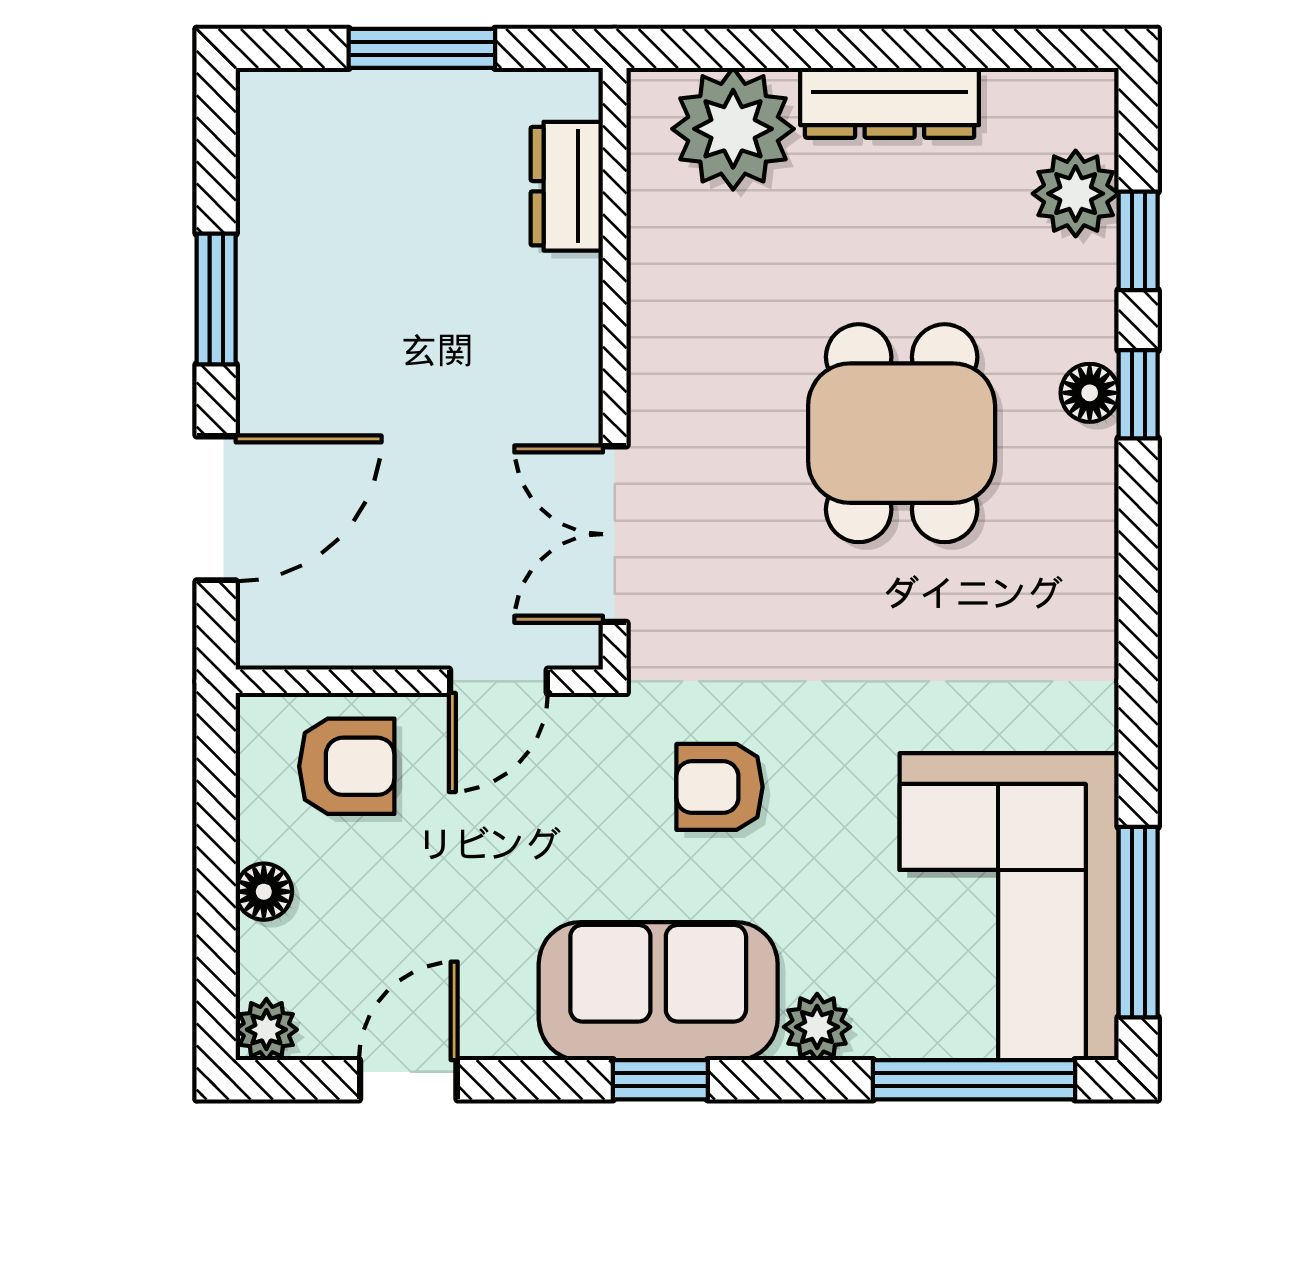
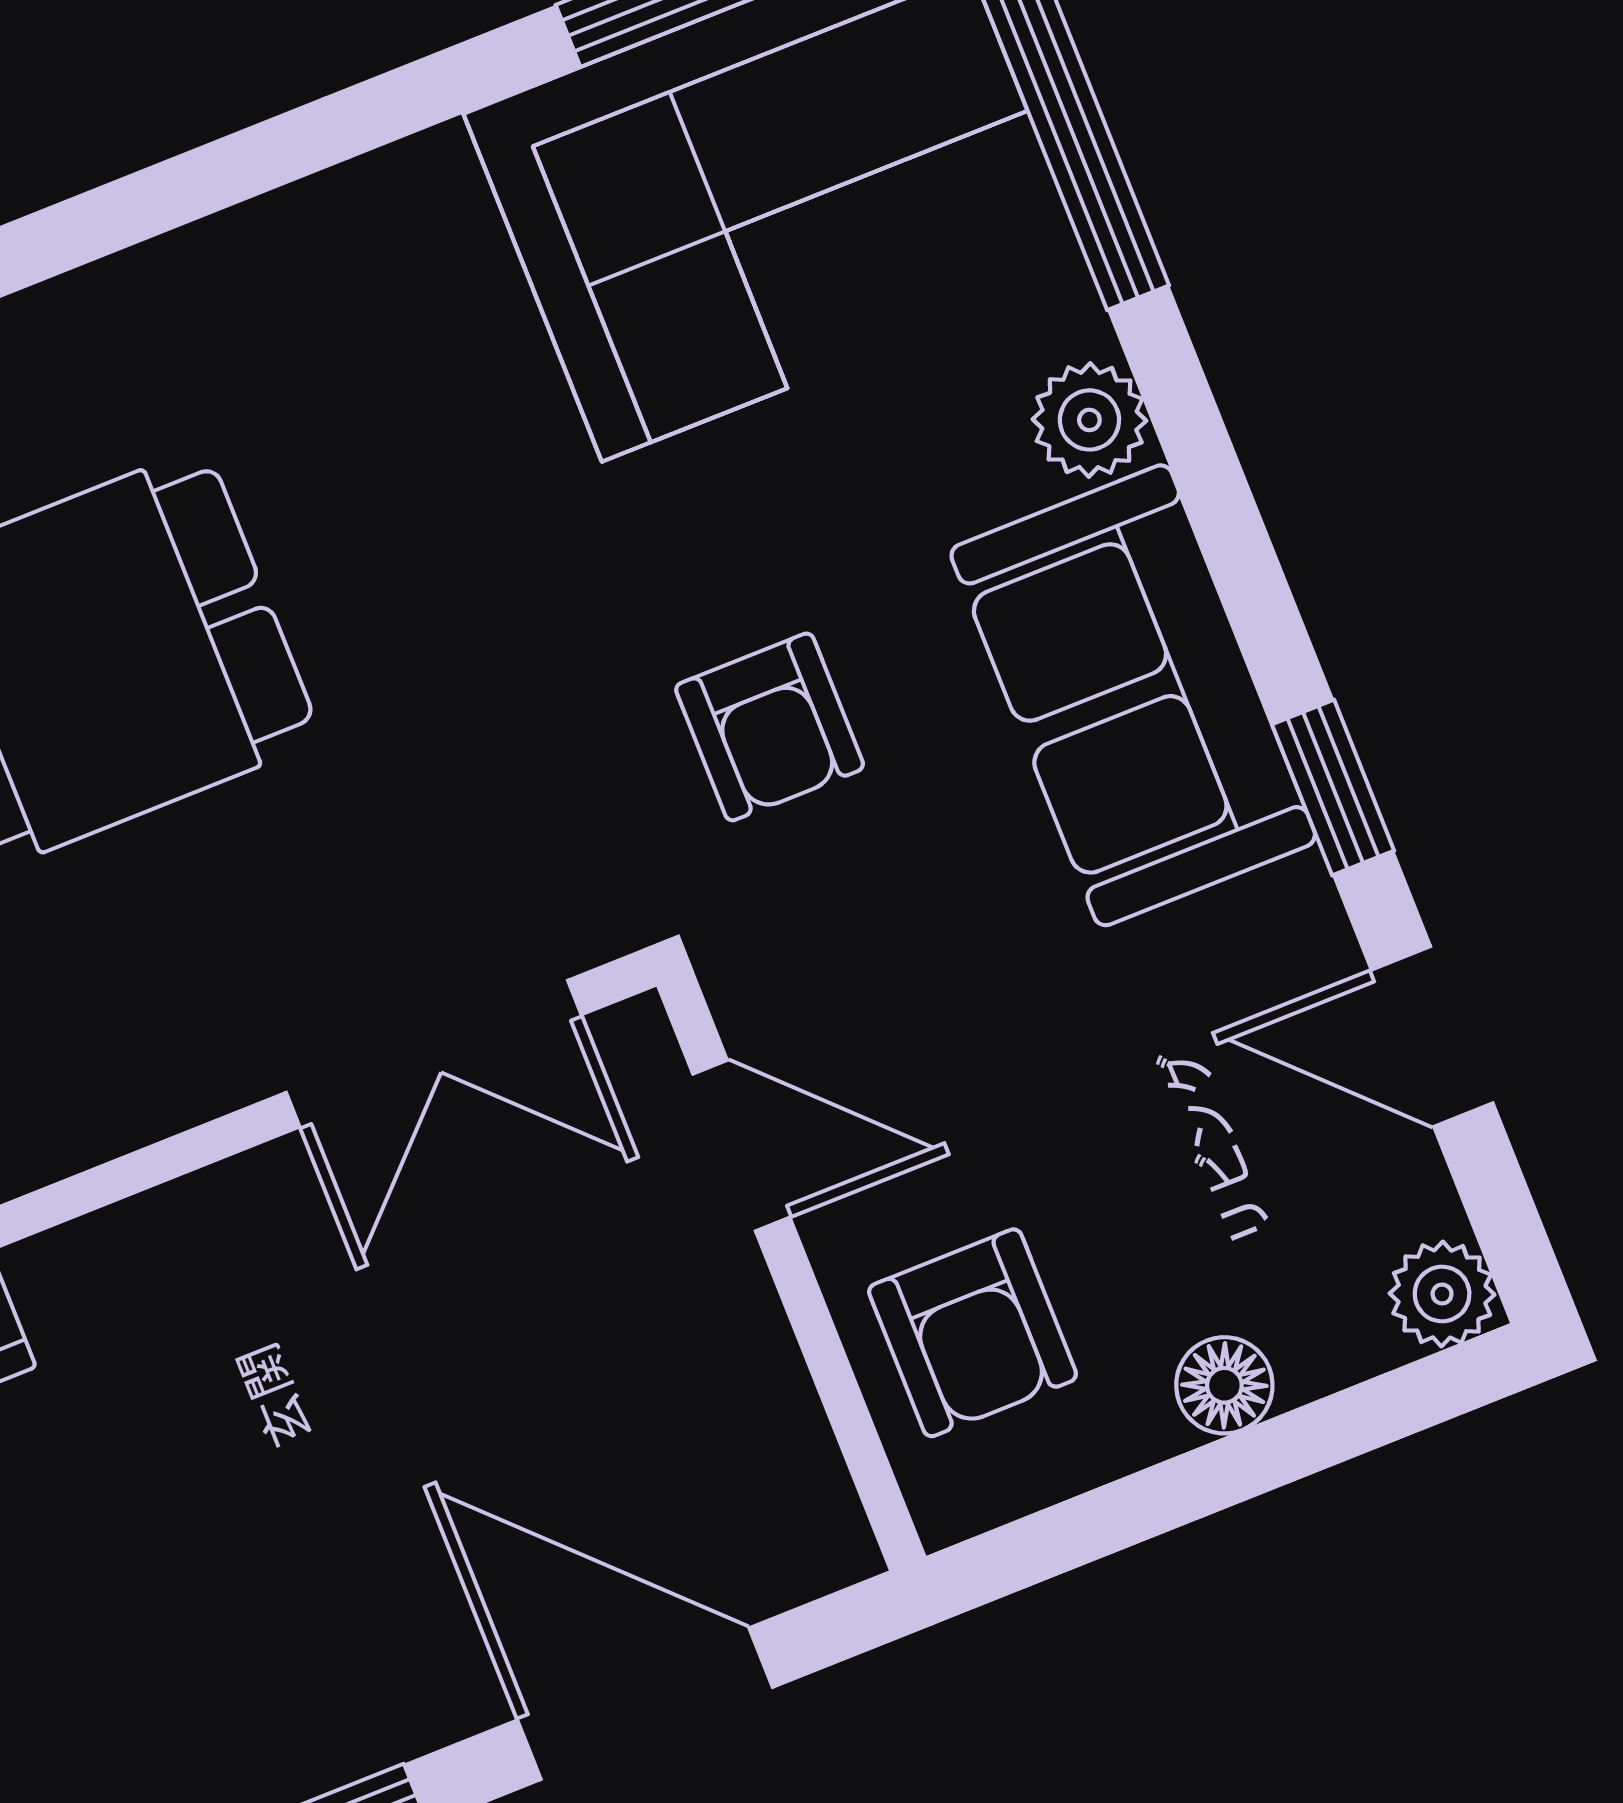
armchair: (347, 766) -> (973, 1333), turned 180
window: (660, 1080) -> (1333, 788), moved

